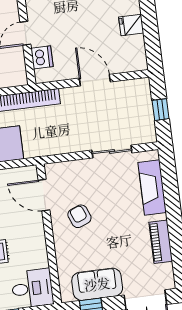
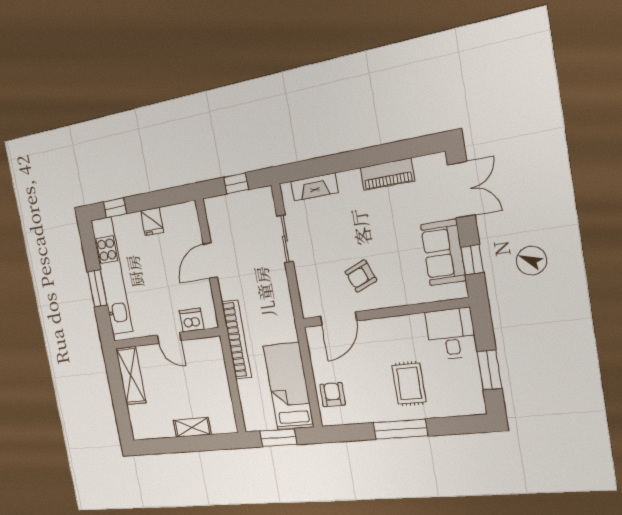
fireplace: (152, 187) -> (314, 187), width x0.73, depth x0.76

